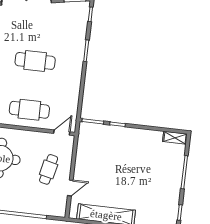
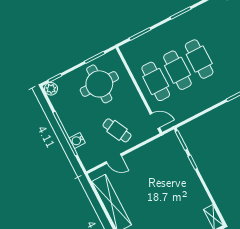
cafe table: (32, 85) -> (177, 70), added
cafe table: (49, 169) -> (117, 130), turned 50
water cooler: (35, 208) -> (77, 140), added

